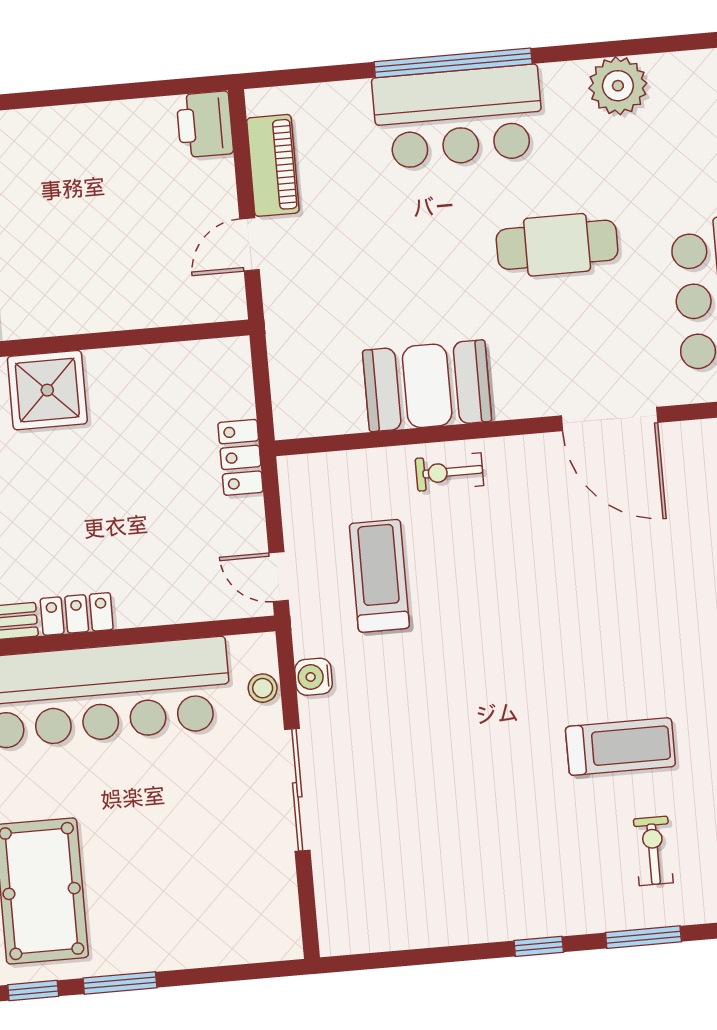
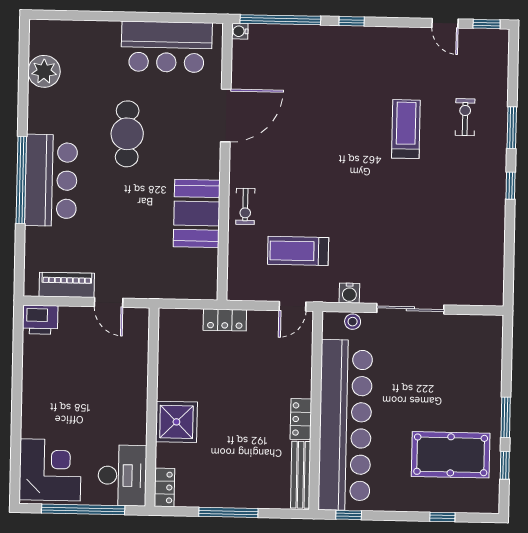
plant: (618, 86) -> (44, 71), moved
exercise bike: (653, 851) -> (465, 117), turned 90

